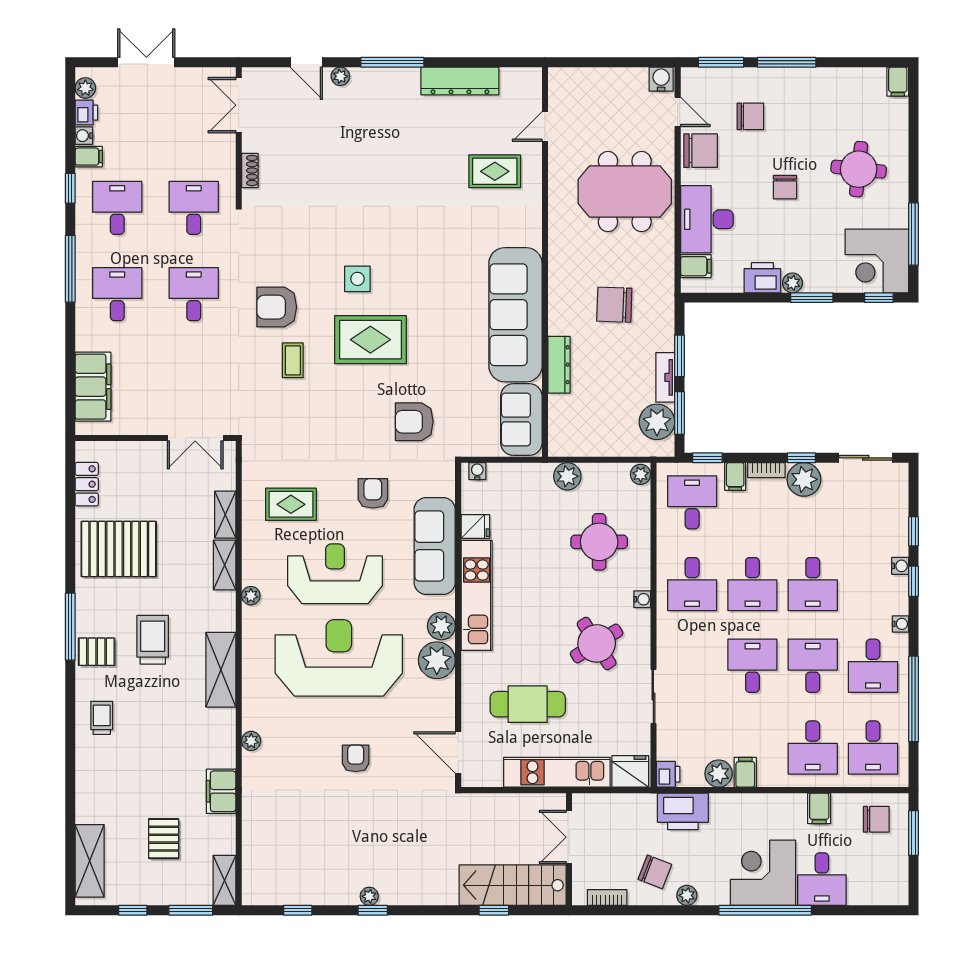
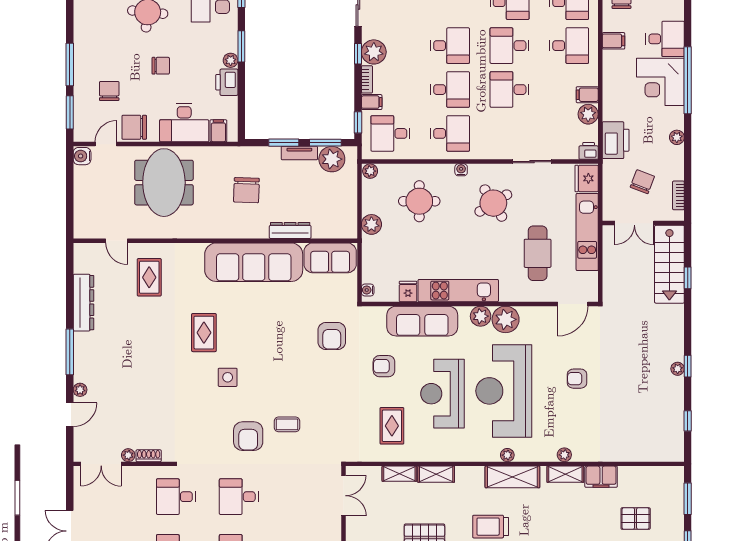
plant: (251, 142) -> (128, 455), added
chair: (701, 151) -> (134, 127), turned -90
rug: (370, 340) -> (204, 333), moved, width x0.73, depth x0.70
plant: (251, 596) -> (507, 455), moved
chair: (655, 872) -> (642, 182), moved
shelving: (224, 880) -> (565, 474), moved

